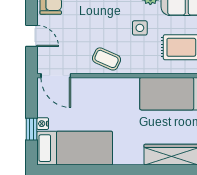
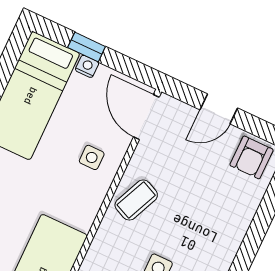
door: (56, 76) -> (146, 117), hinge flipped
side table: (94, 96) -> (92, 157), added

